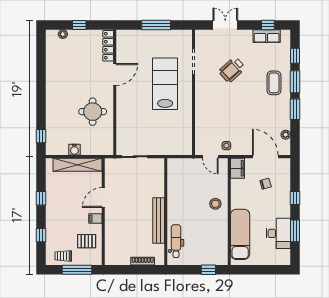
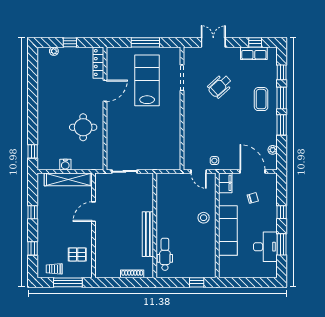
lab bench: (165, 84) -> (147, 80), moved
filing cabinet: (95, 219) -> (86, 232), removed
exam couch: (240, 234) -> (228, 230), moved

